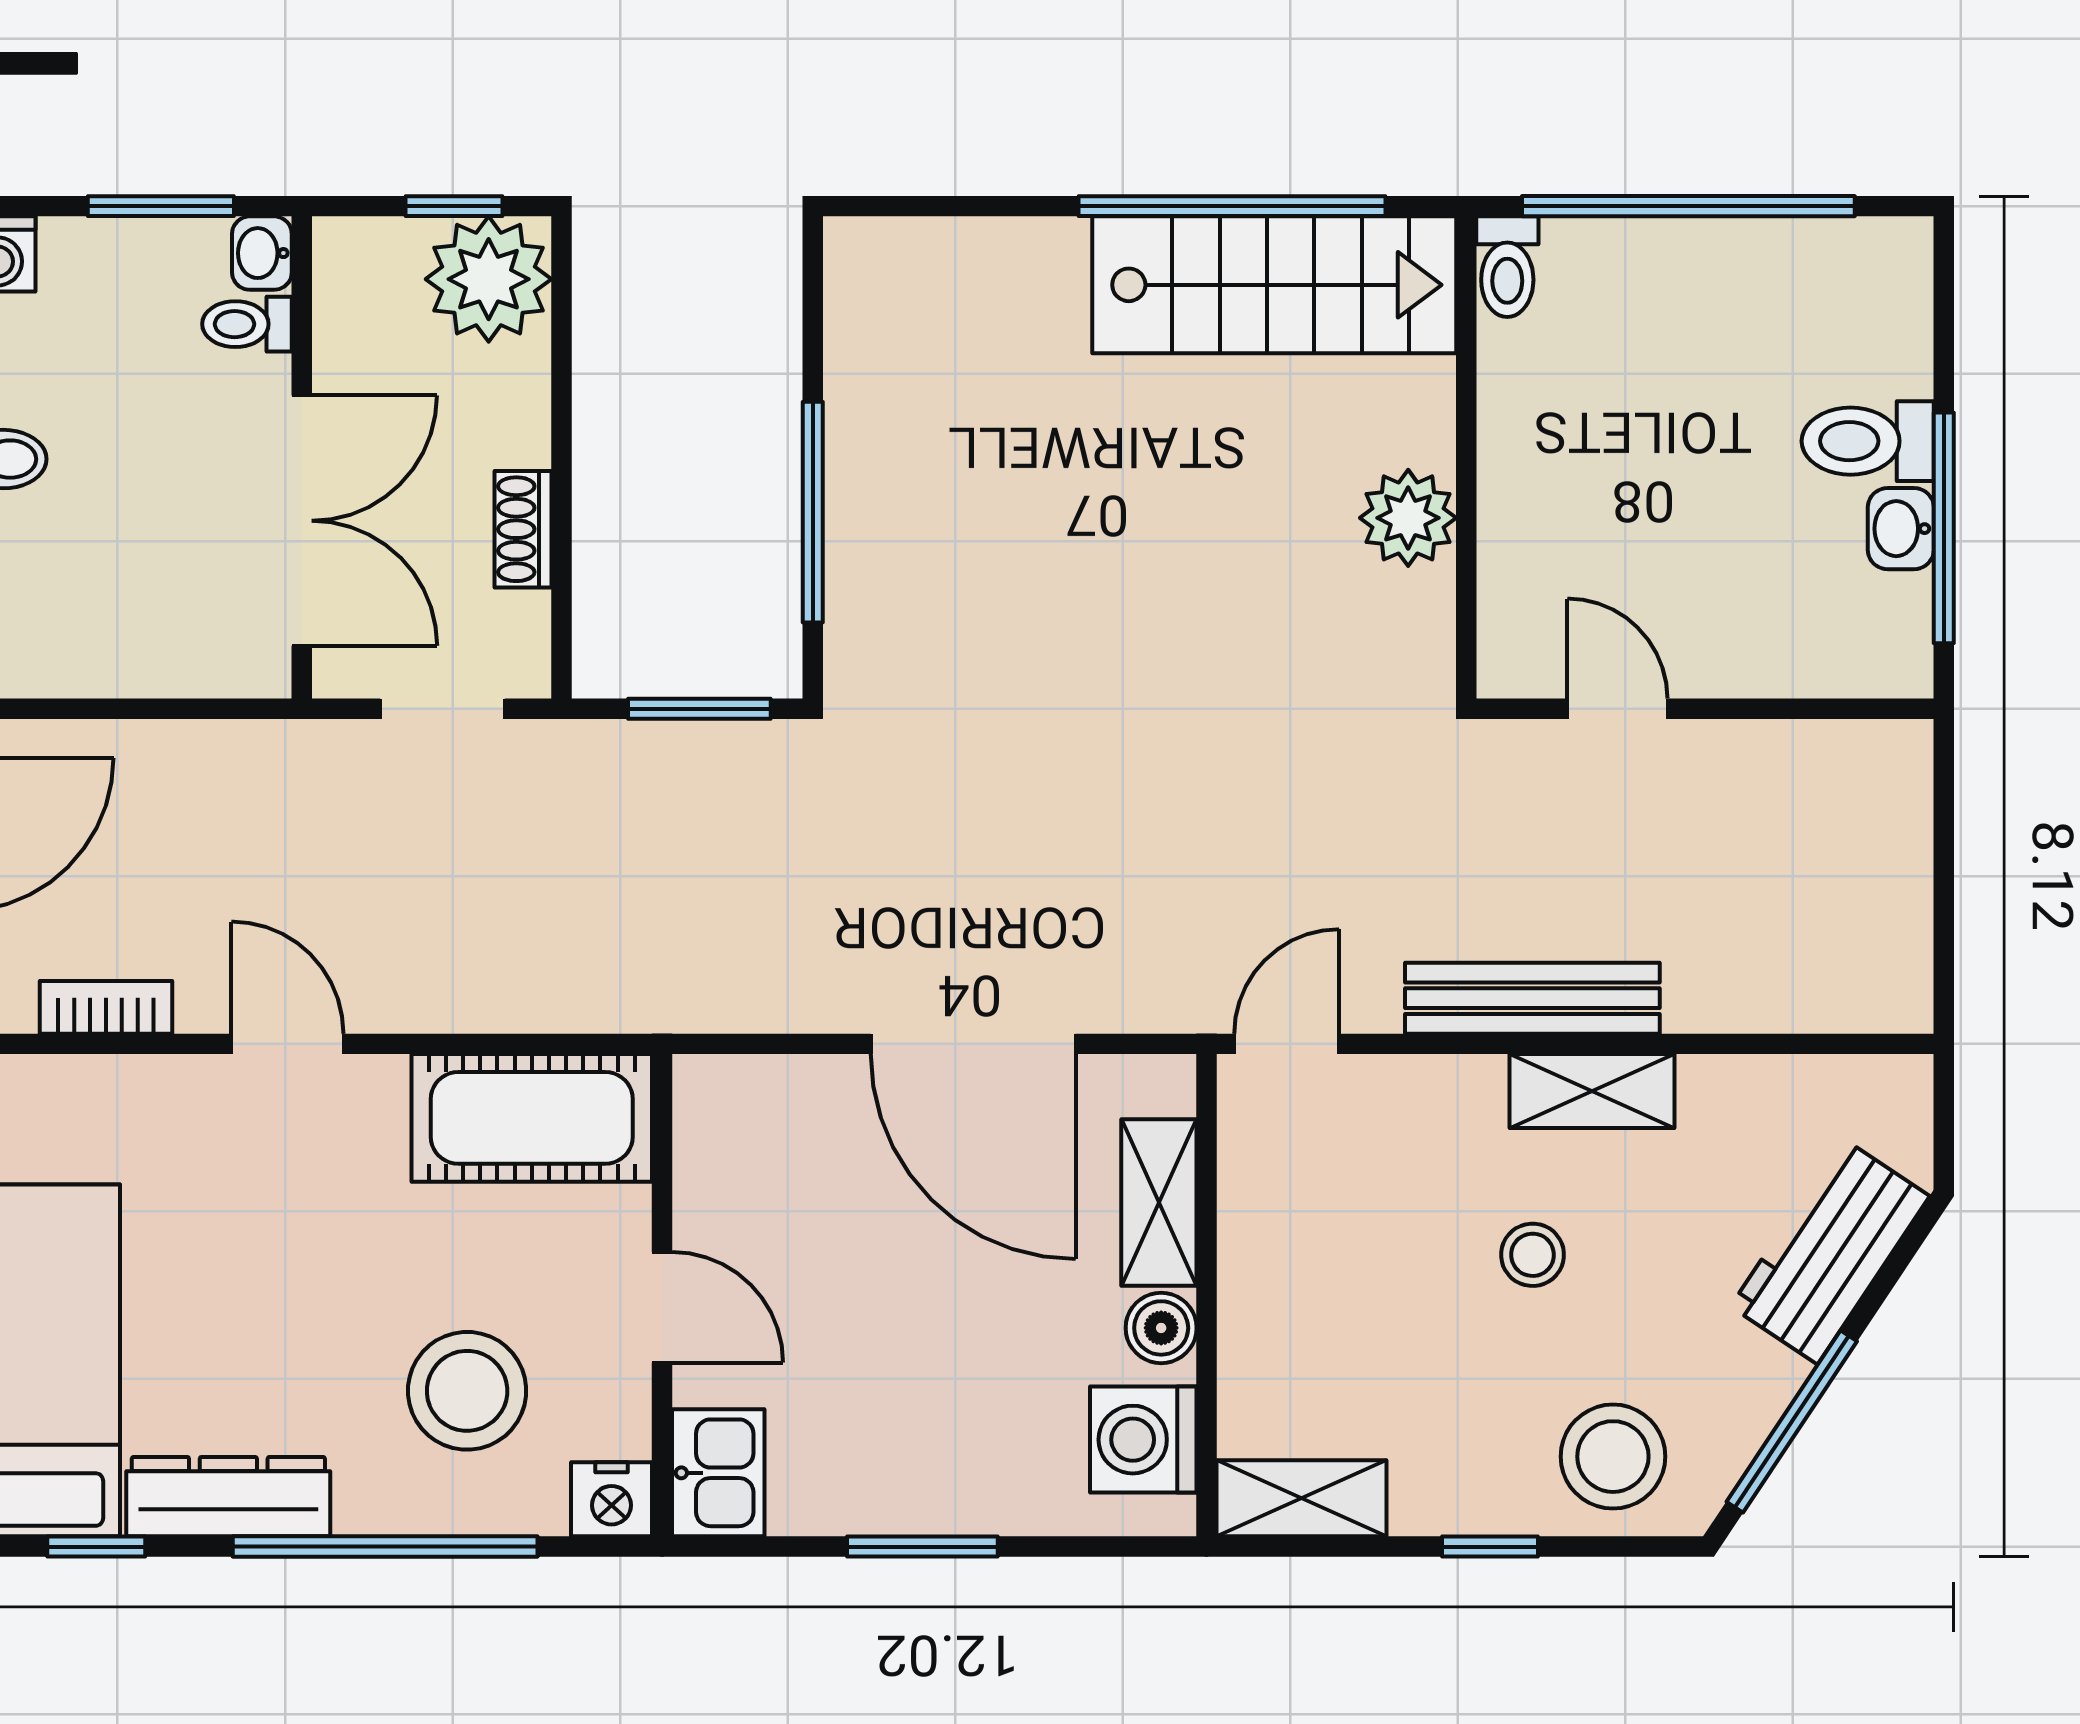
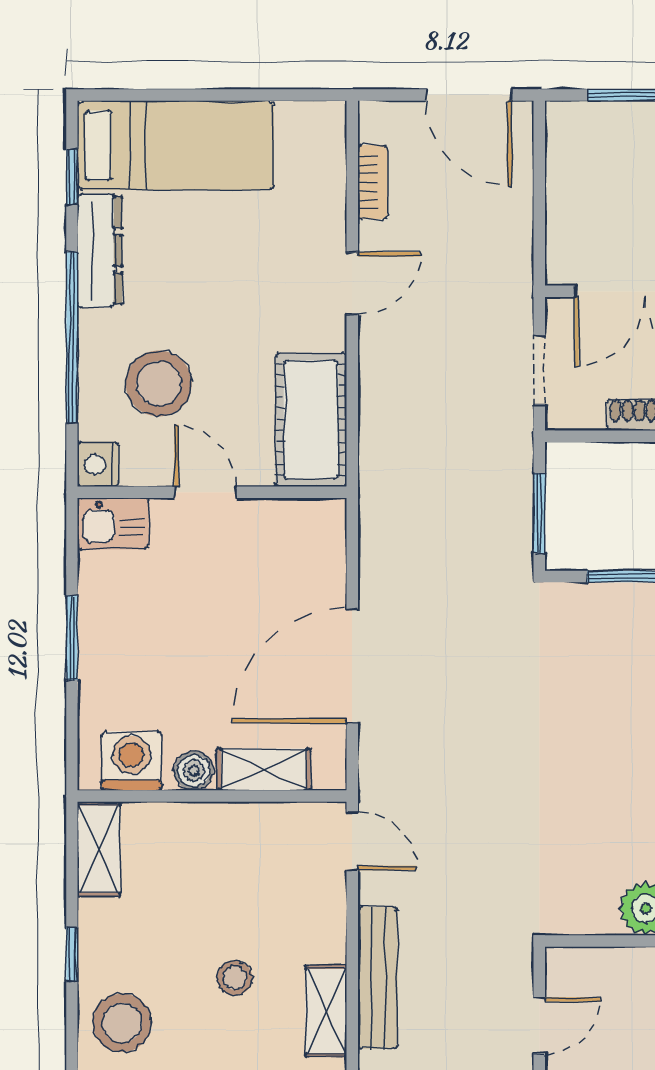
door: (662, 1307) -> (205, 492), swing flipped

